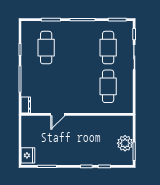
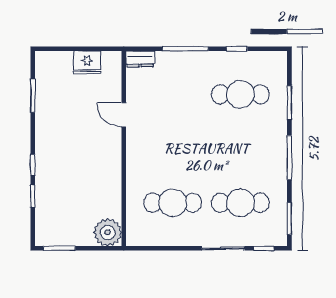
plant: (125, 143) -> (108, 232), moved
fridge: (28, 155) -> (87, 63), moved

